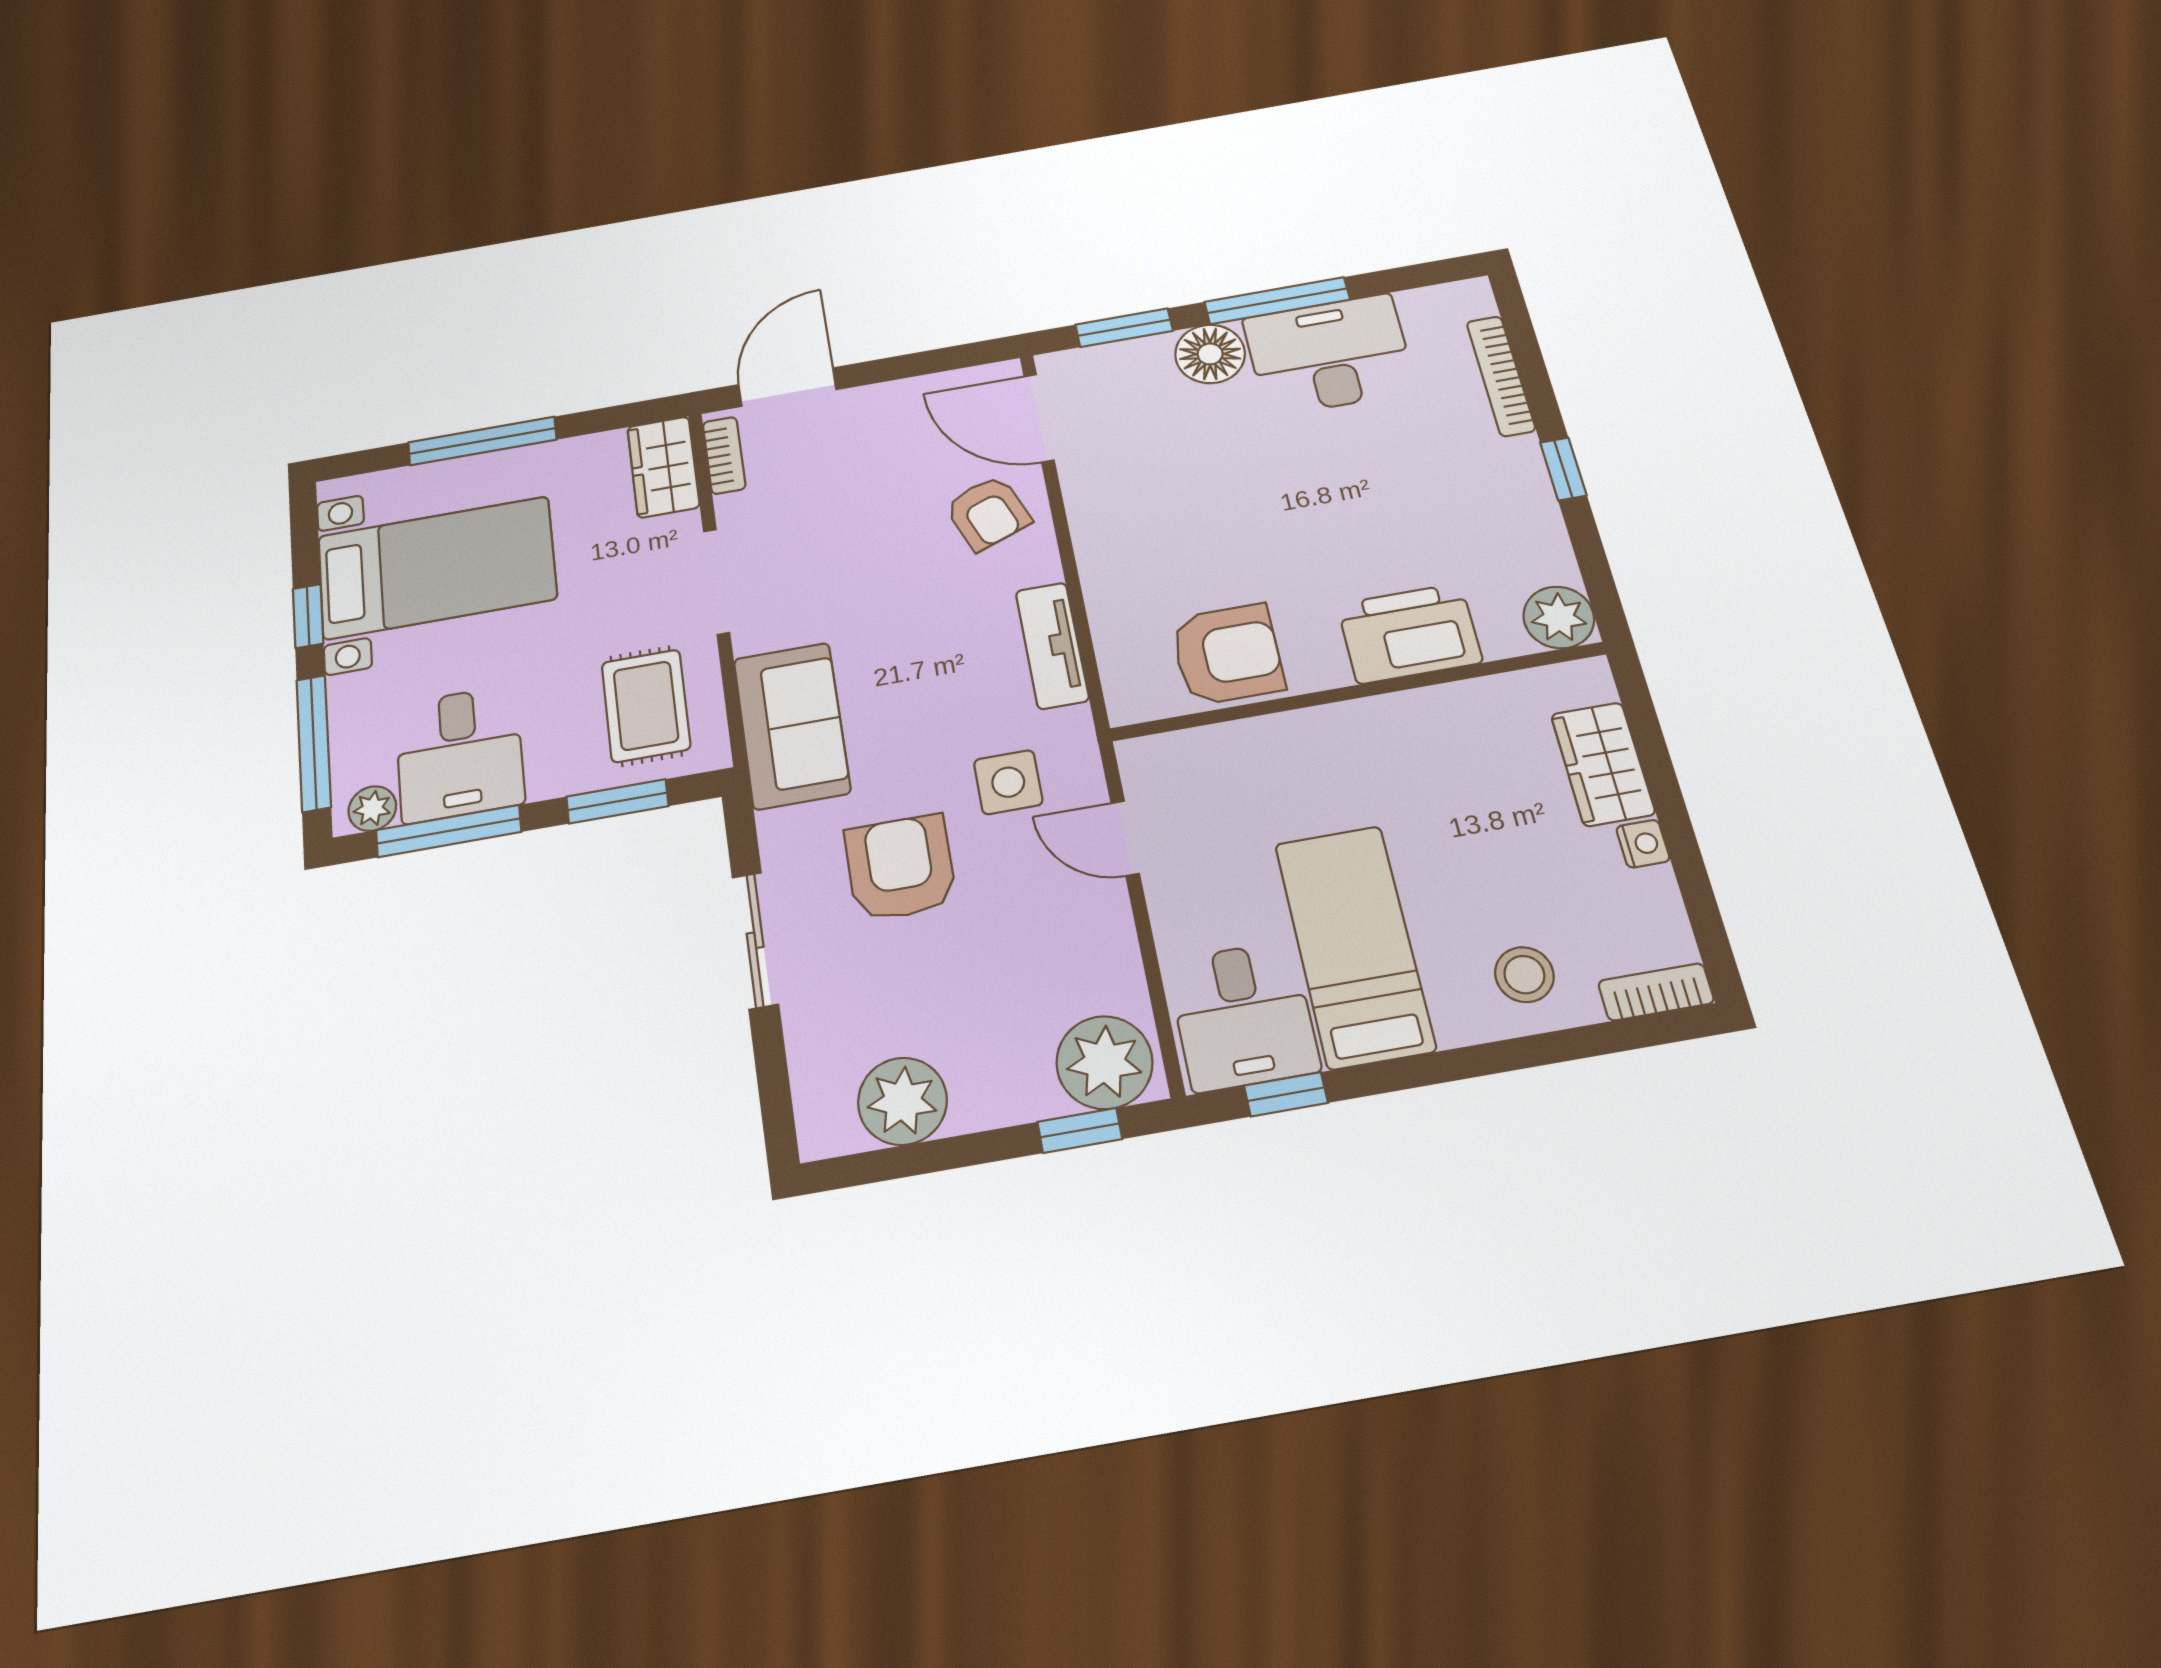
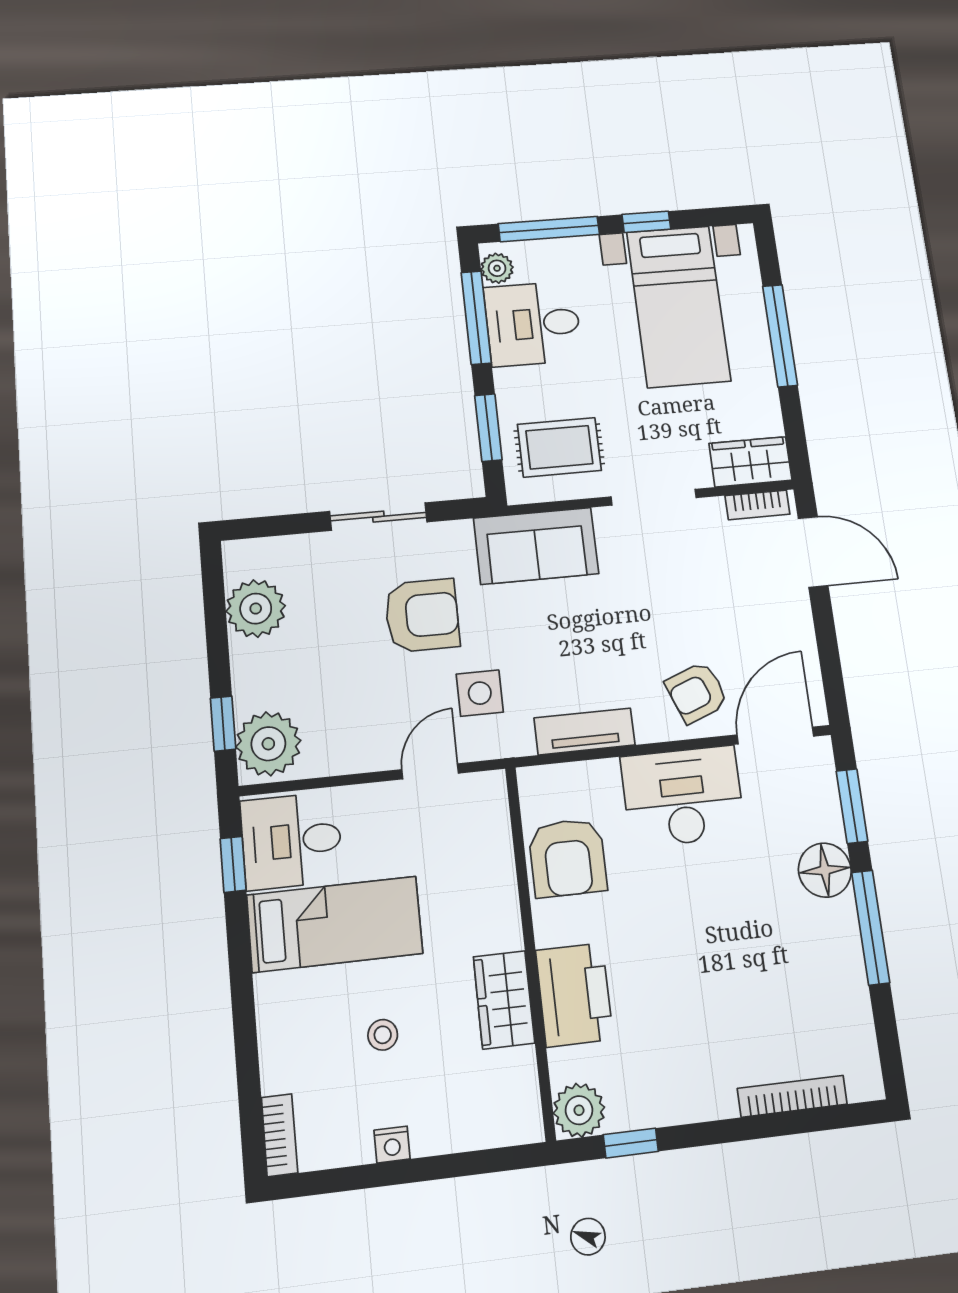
desk: (1329, 355) -> (683, 796), moved, turned -90
window: (1563, 469) -> (631, 1143), moved
wardrobe: (1603, 764) -> (504, 1000), moved, turned -90
stool: (1524, 975) -> (383, 1035), moved, width x0.73, depth x0.73

